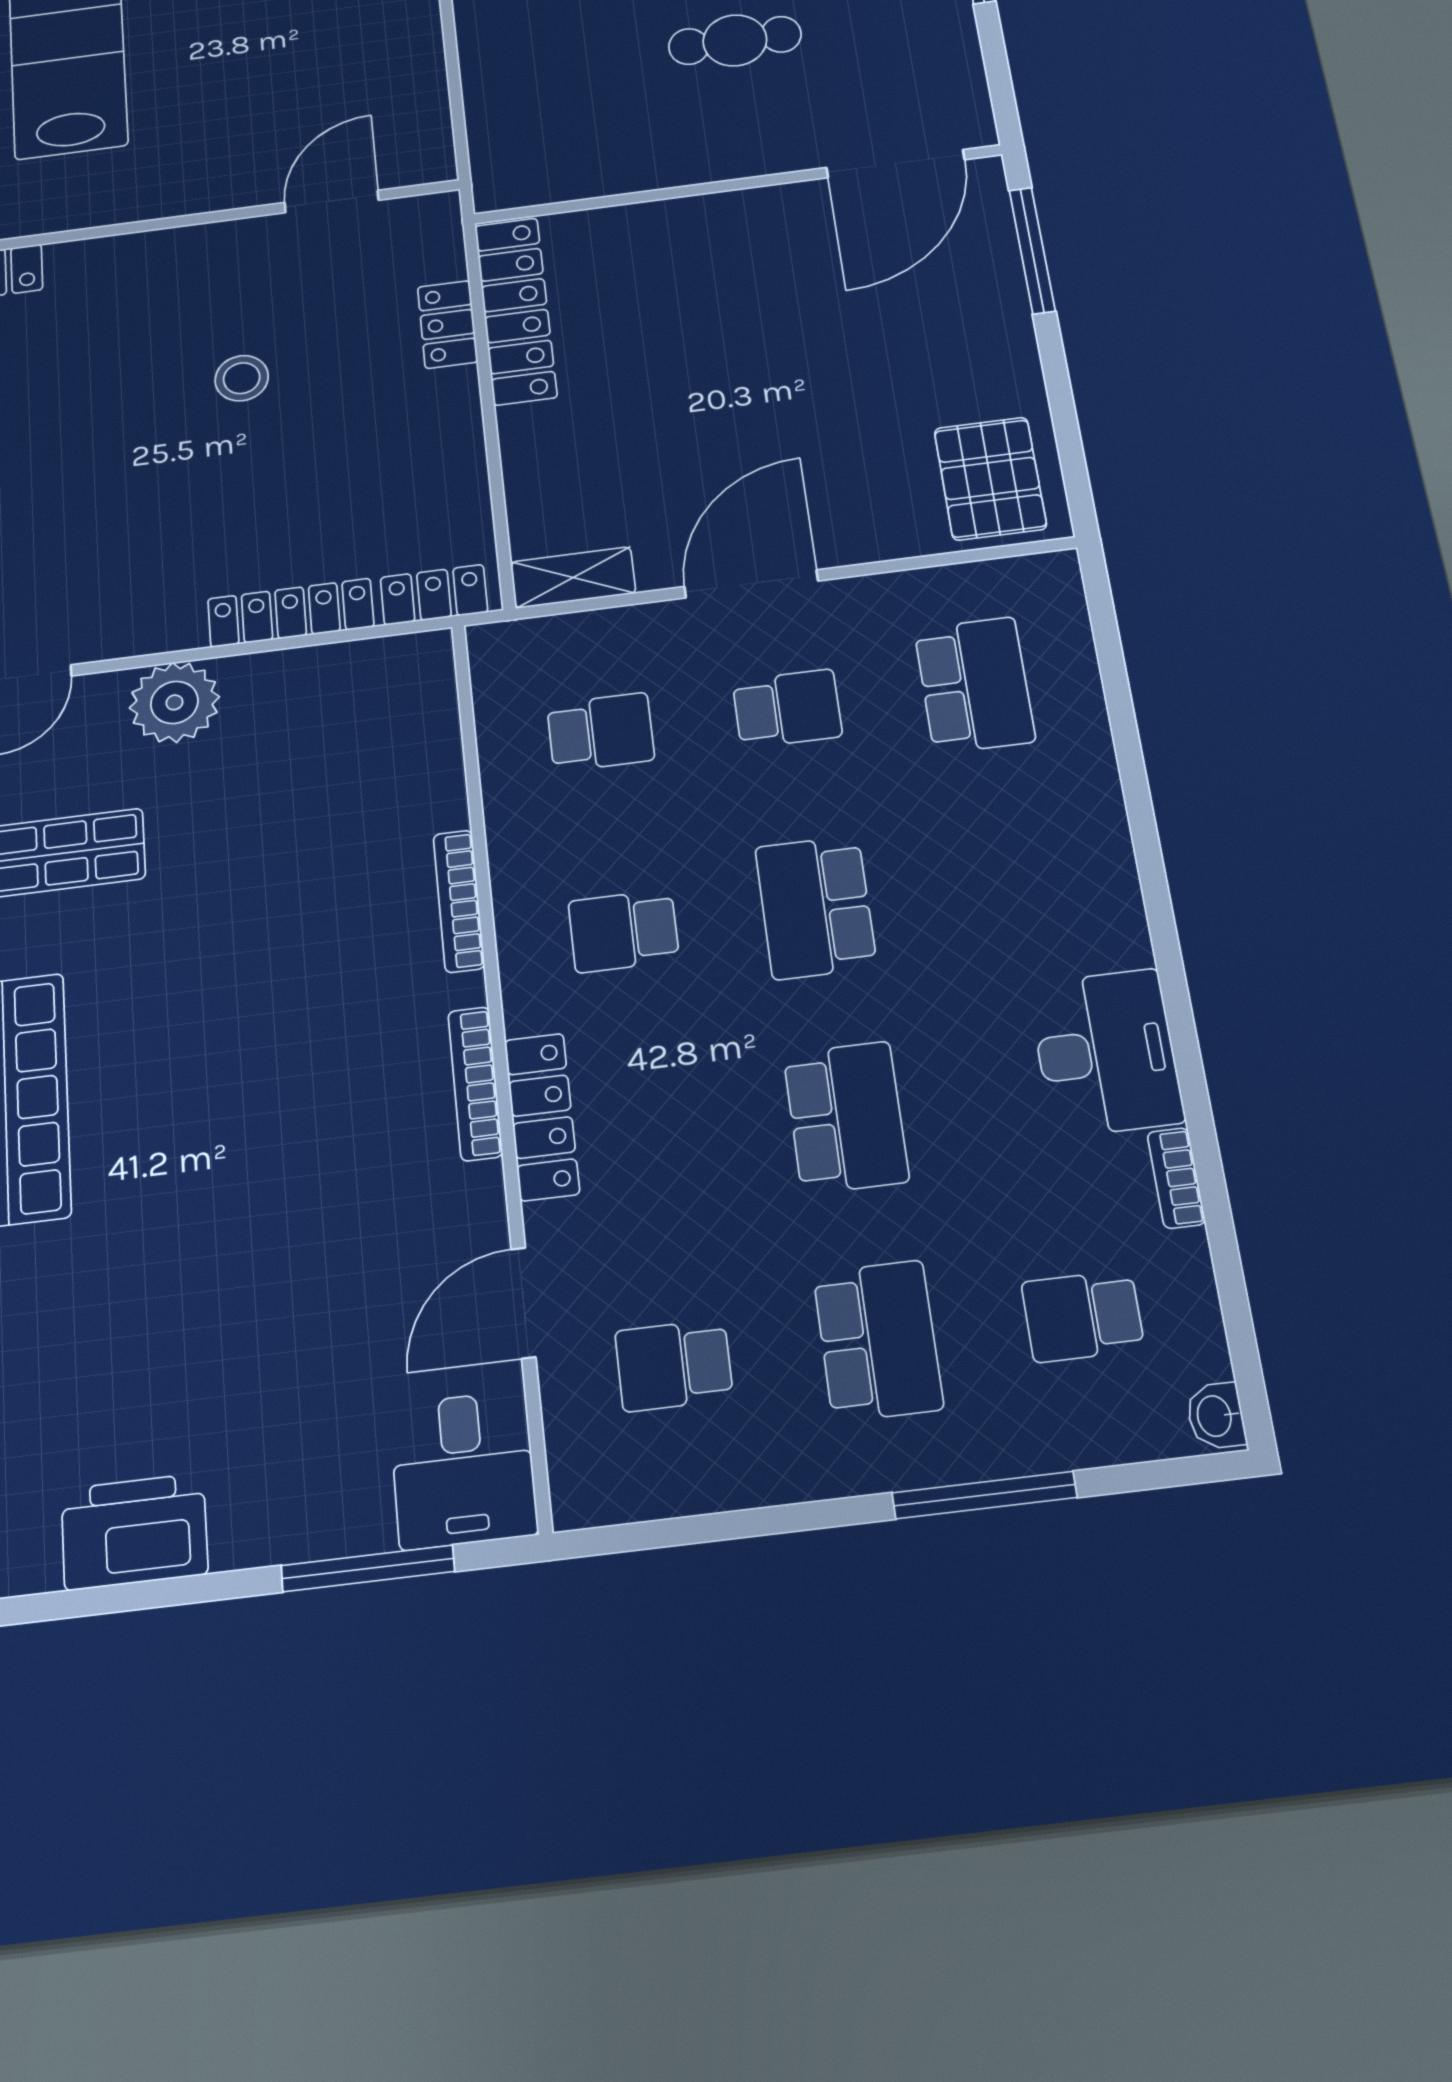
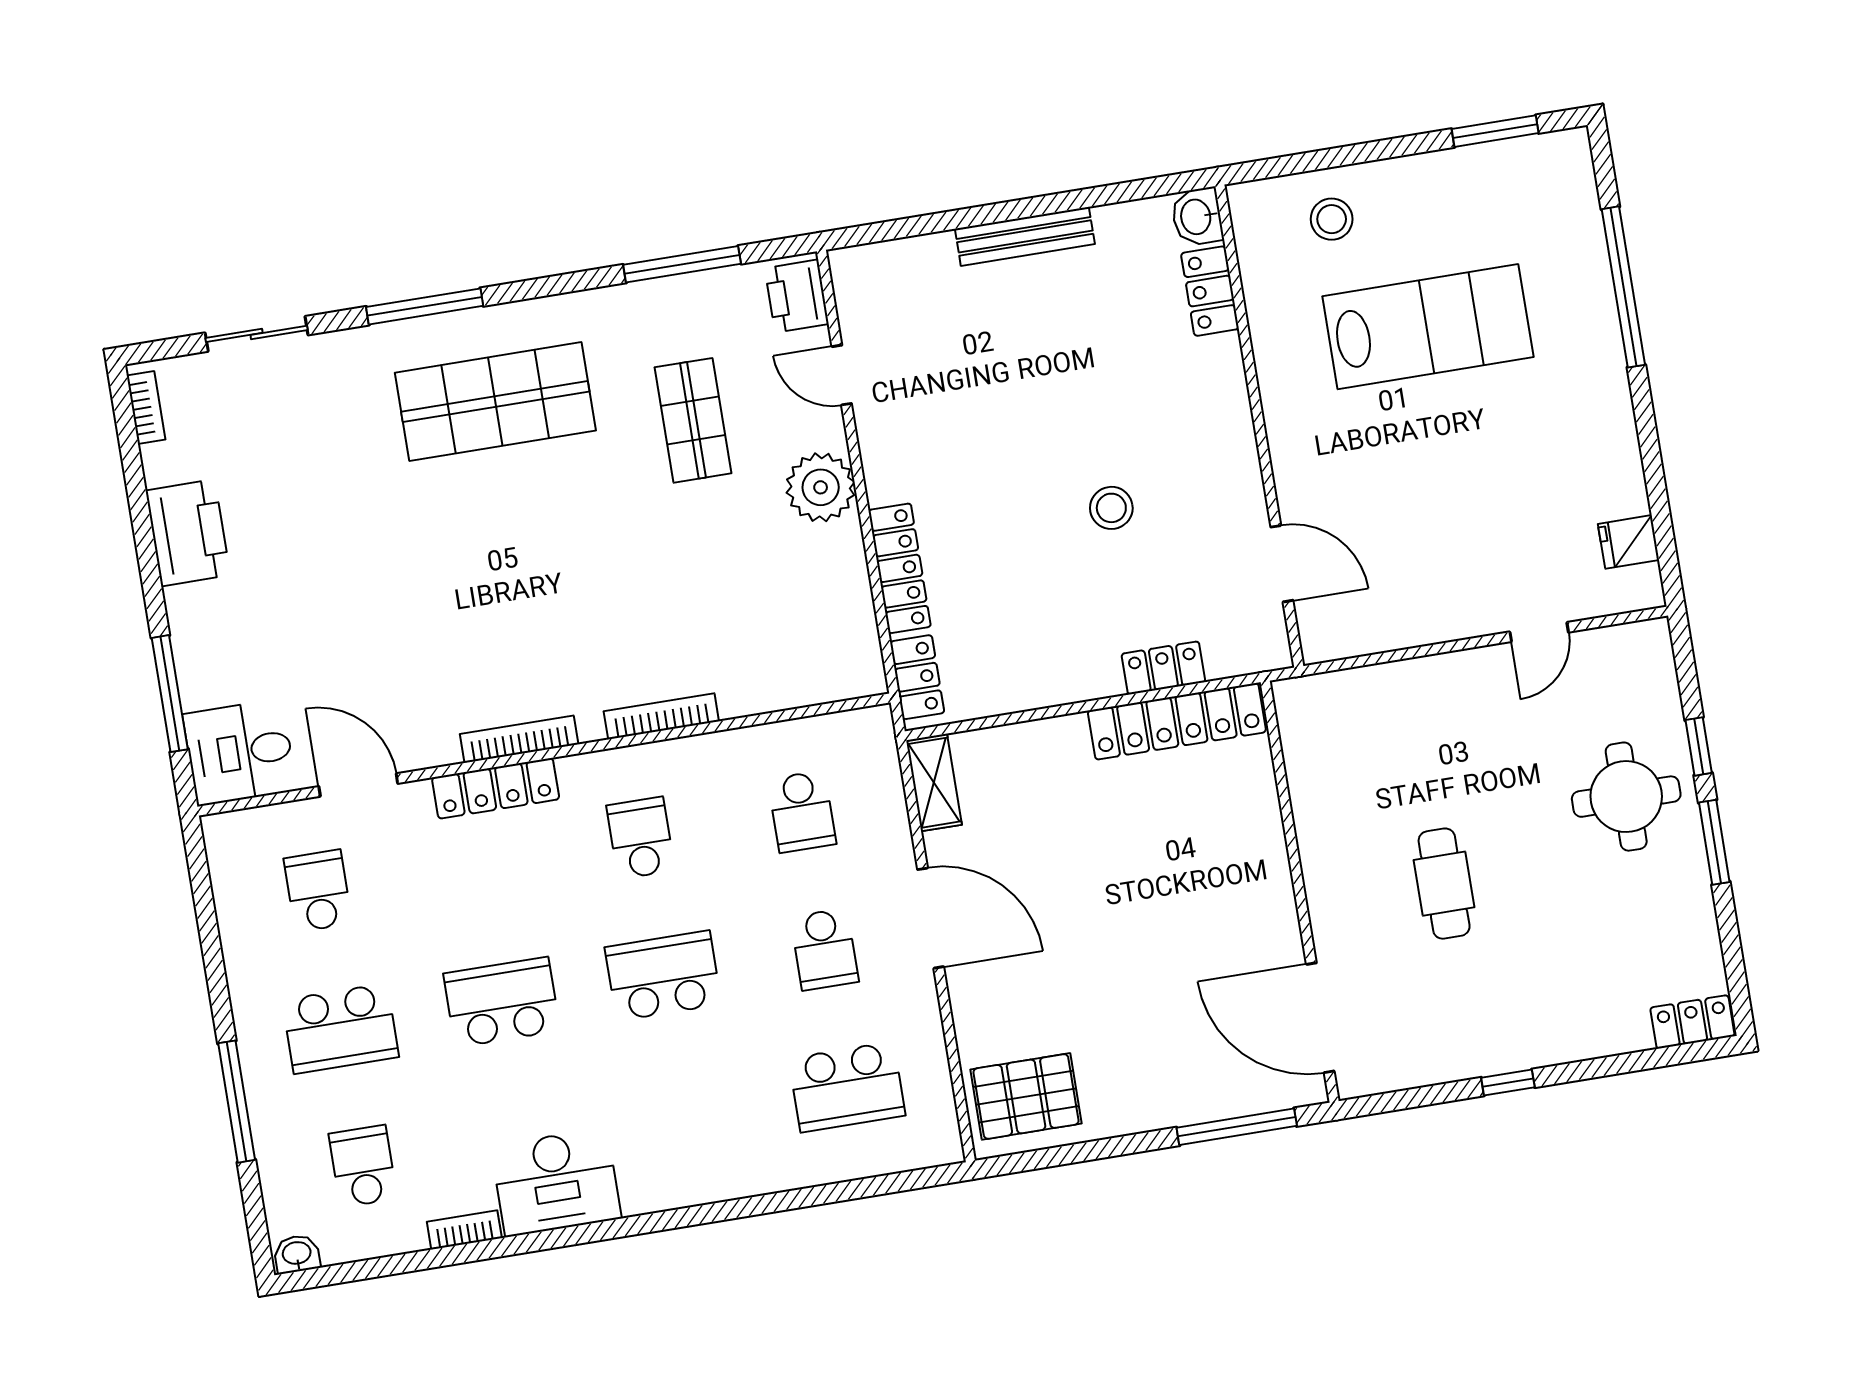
school desk: (846, 1117) -> (502, 1002), turned 180

